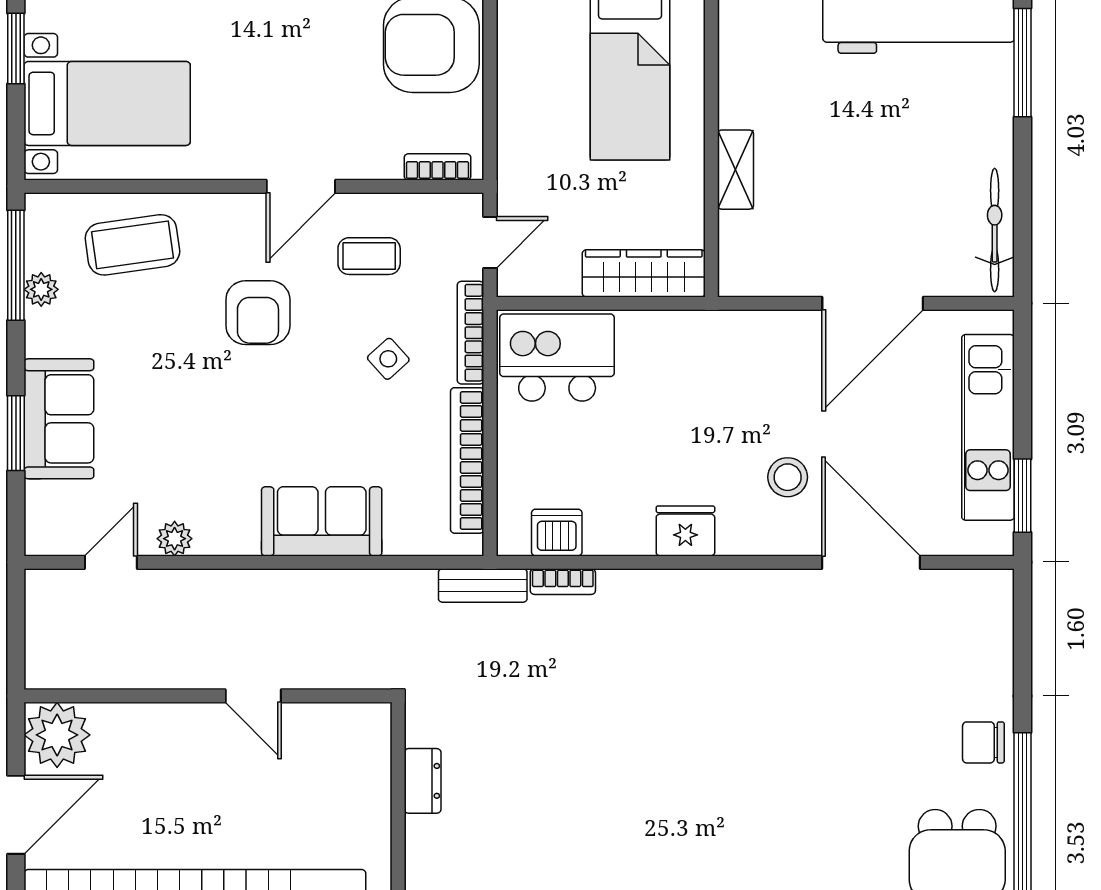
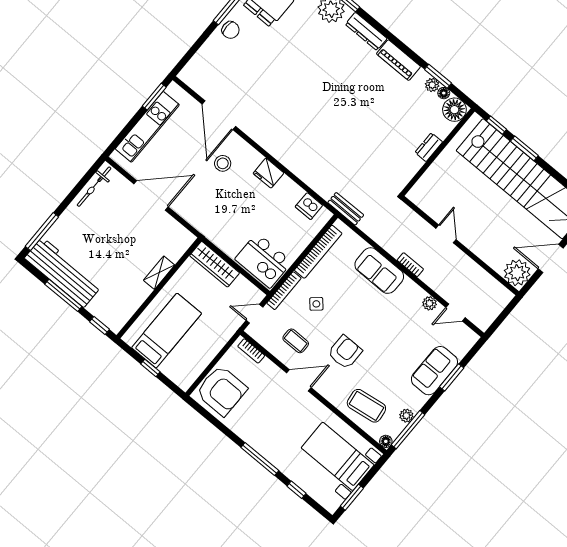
floor lamp: (40, 208) -> (386, 441), added
bookcase: (563, 582) -> (410, 265), moved
dresser: (423, 781) -> (429, 147), moved

